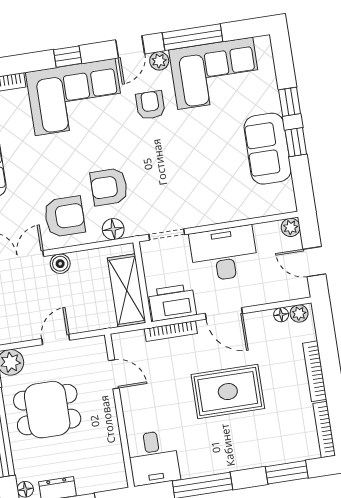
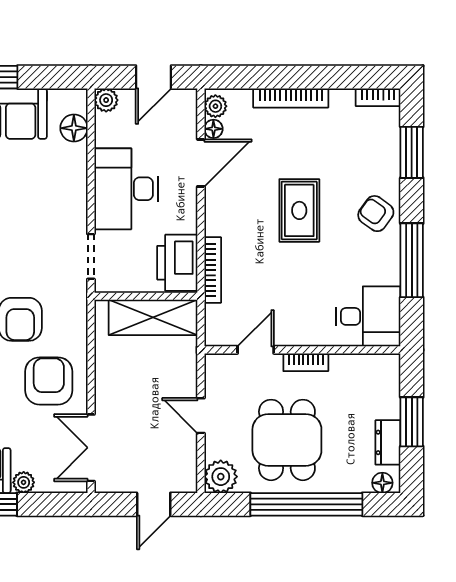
floor lamp: (113, 229) -> (74, 128), moved
boiler: (60, 264) -> (107, 395), removed
door: (224, 313) -> (201, 163), moved
rug: (228, 392) -> (299, 210), width x0.73, depth x0.70
bookcase: (110, 415) -> (306, 362), added
bookcase: (324, 430) -> (378, 97), width x0.64
armchair: (235, 452) -> (376, 214), added

